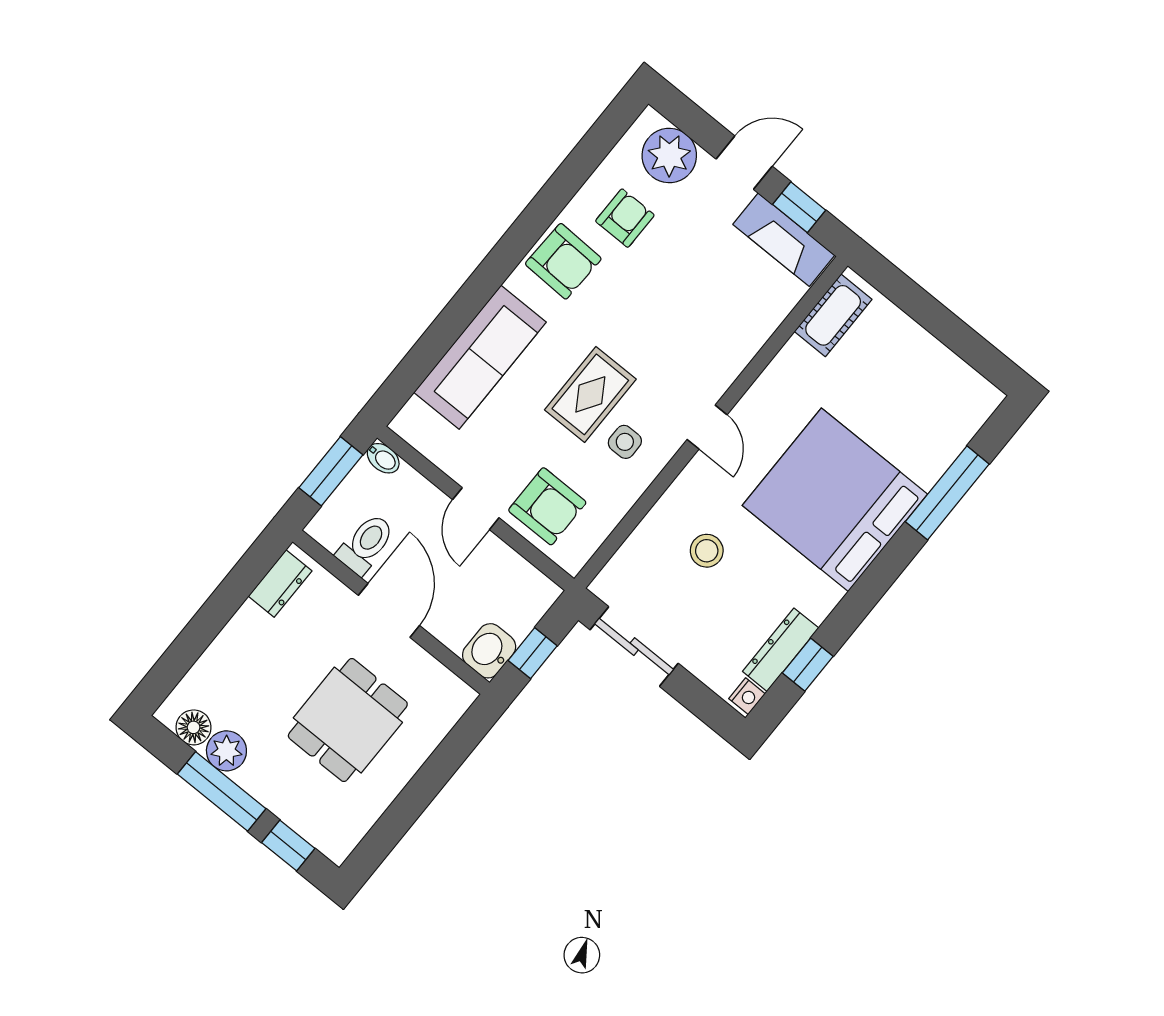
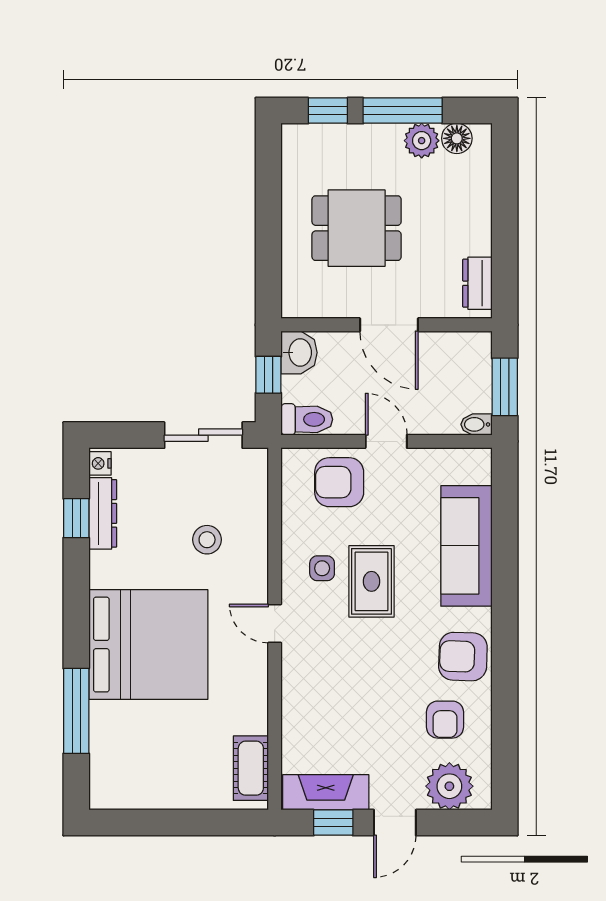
toilet: (366, 544) -> (307, 419), moved, turned -90
dining table: (348, 720) -> (357, 228), turned 90

